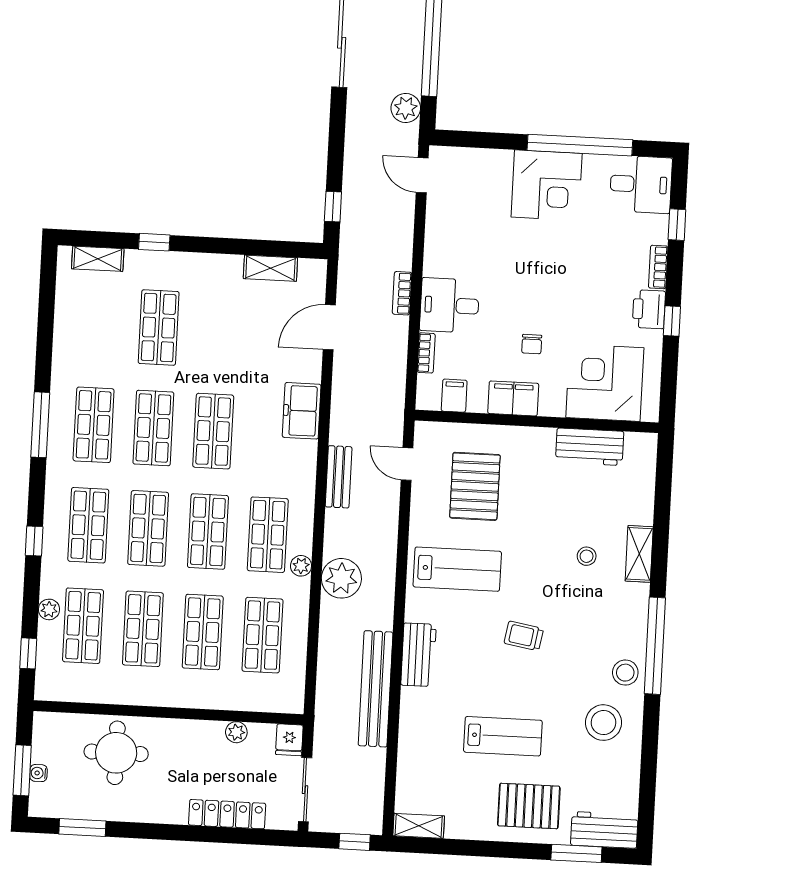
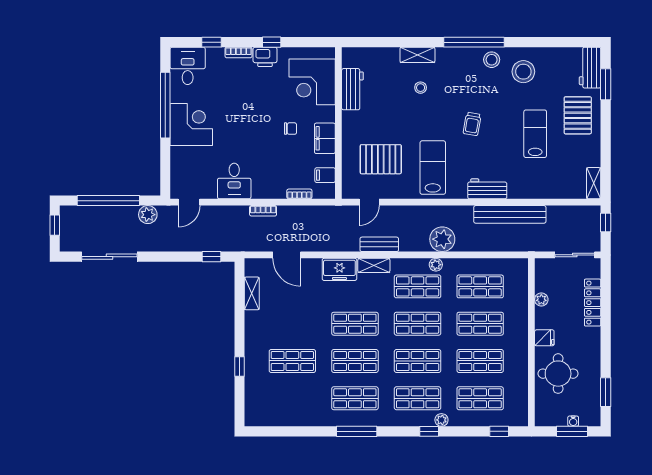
shelving: (98, 259) -> (374, 265), moved, turned 90
desk: (449, 305) -> (234, 181), moved
plant: (49, 609) -> (441, 420), moved
fridge: (289, 740) -> (544, 338), moved

